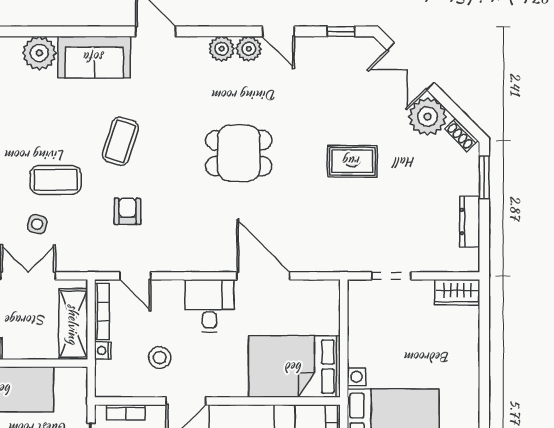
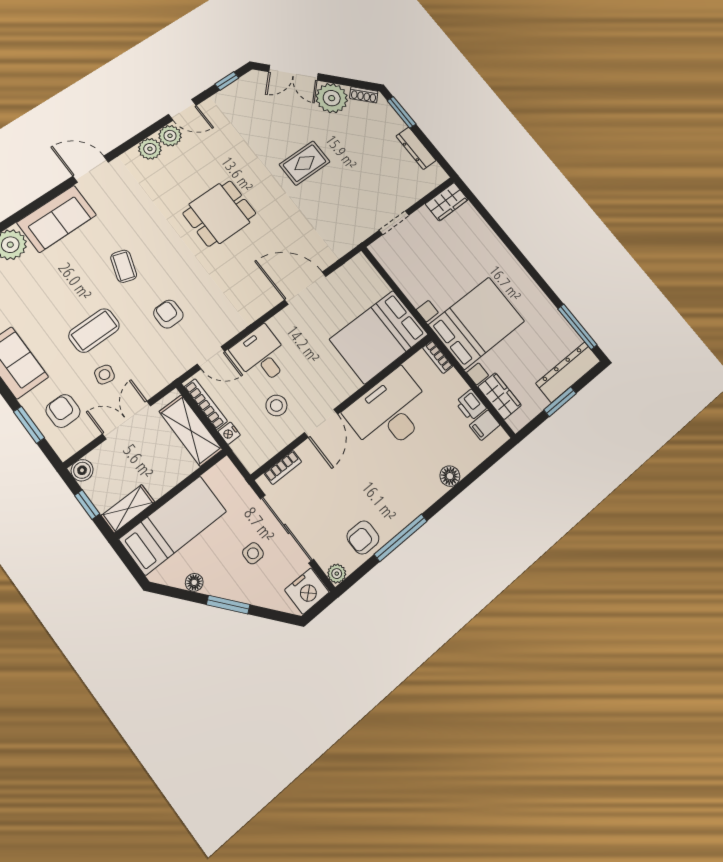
coffee table: (120, 141) -> (124, 266), width x0.73, depth x0.77
desk: (209, 306) -> (261, 355), moved

